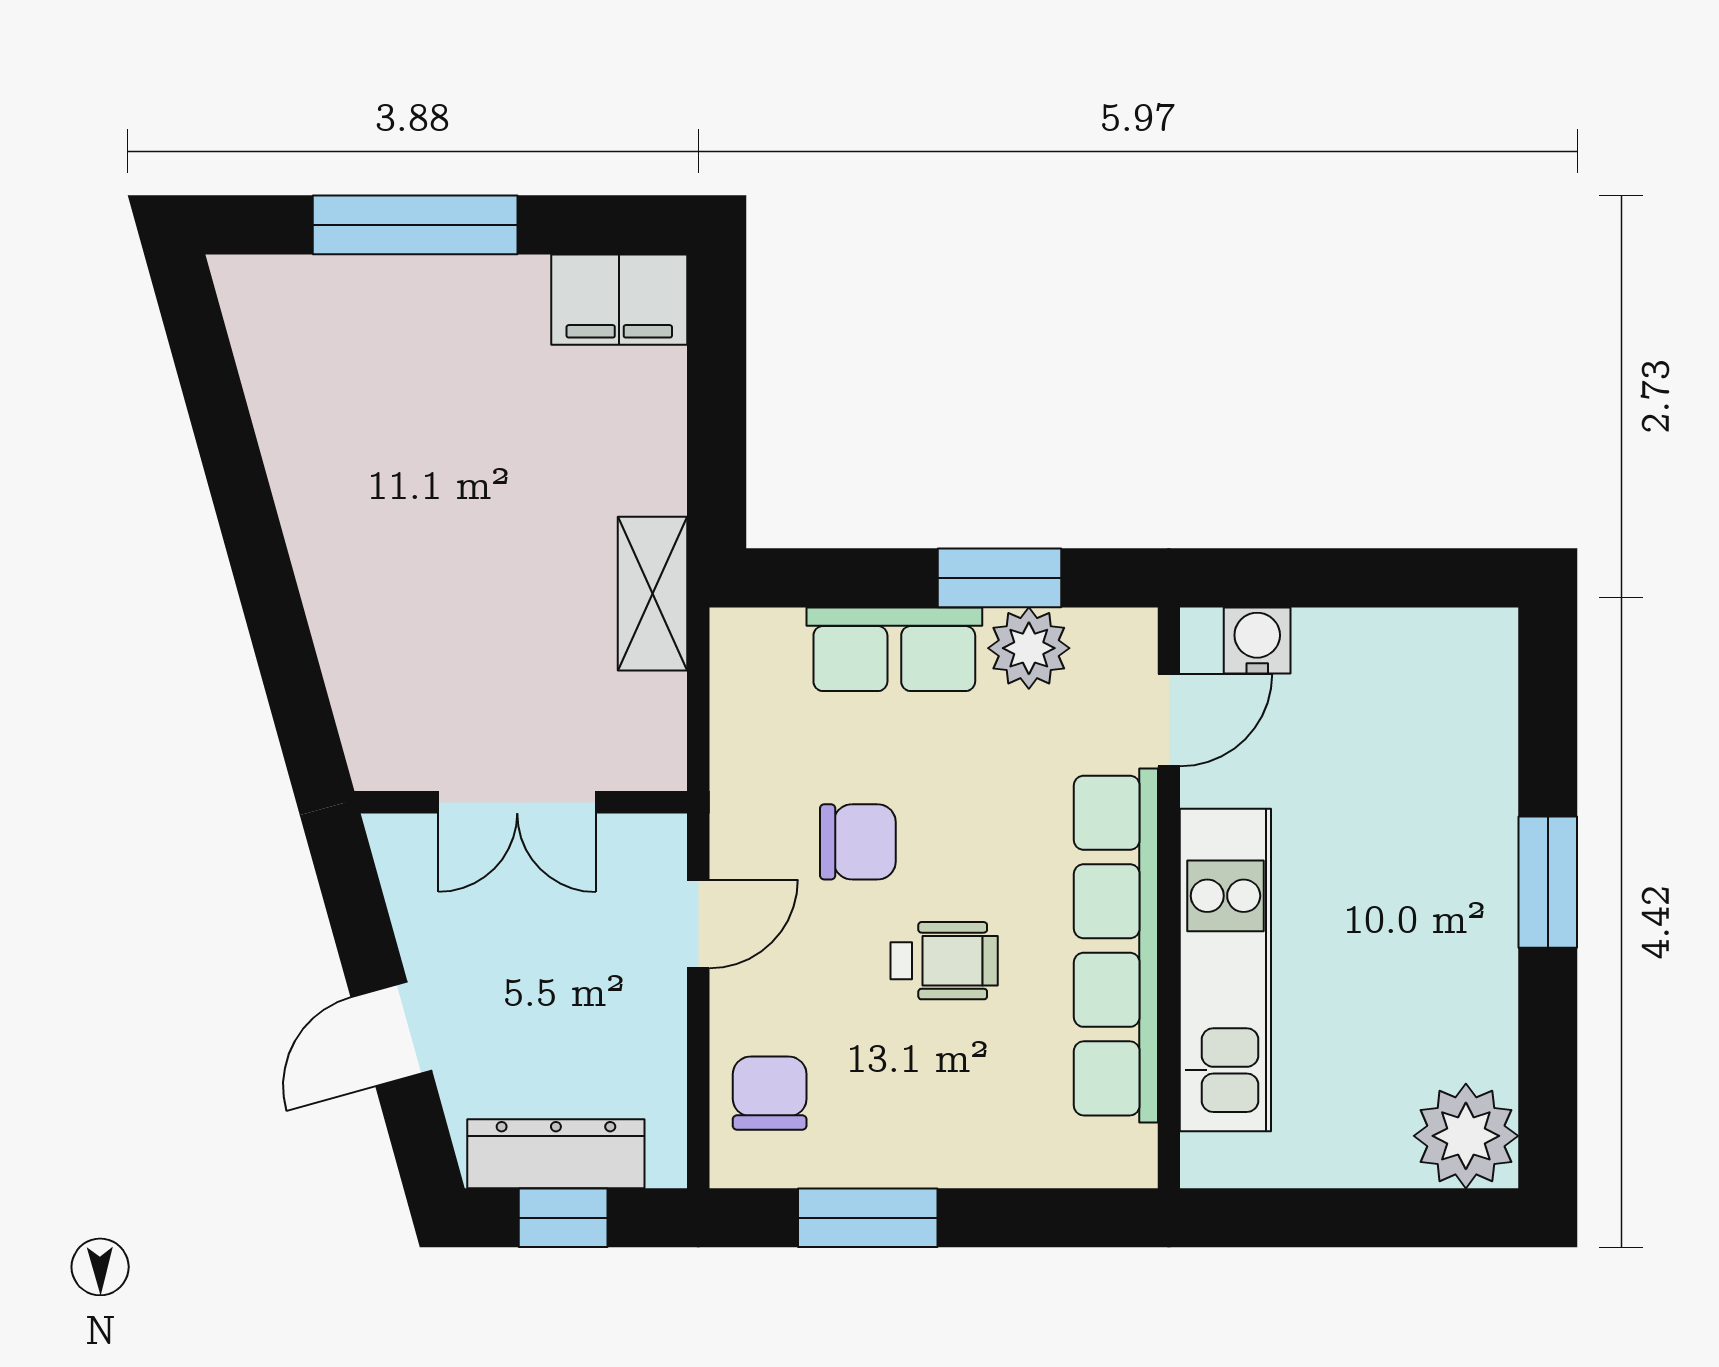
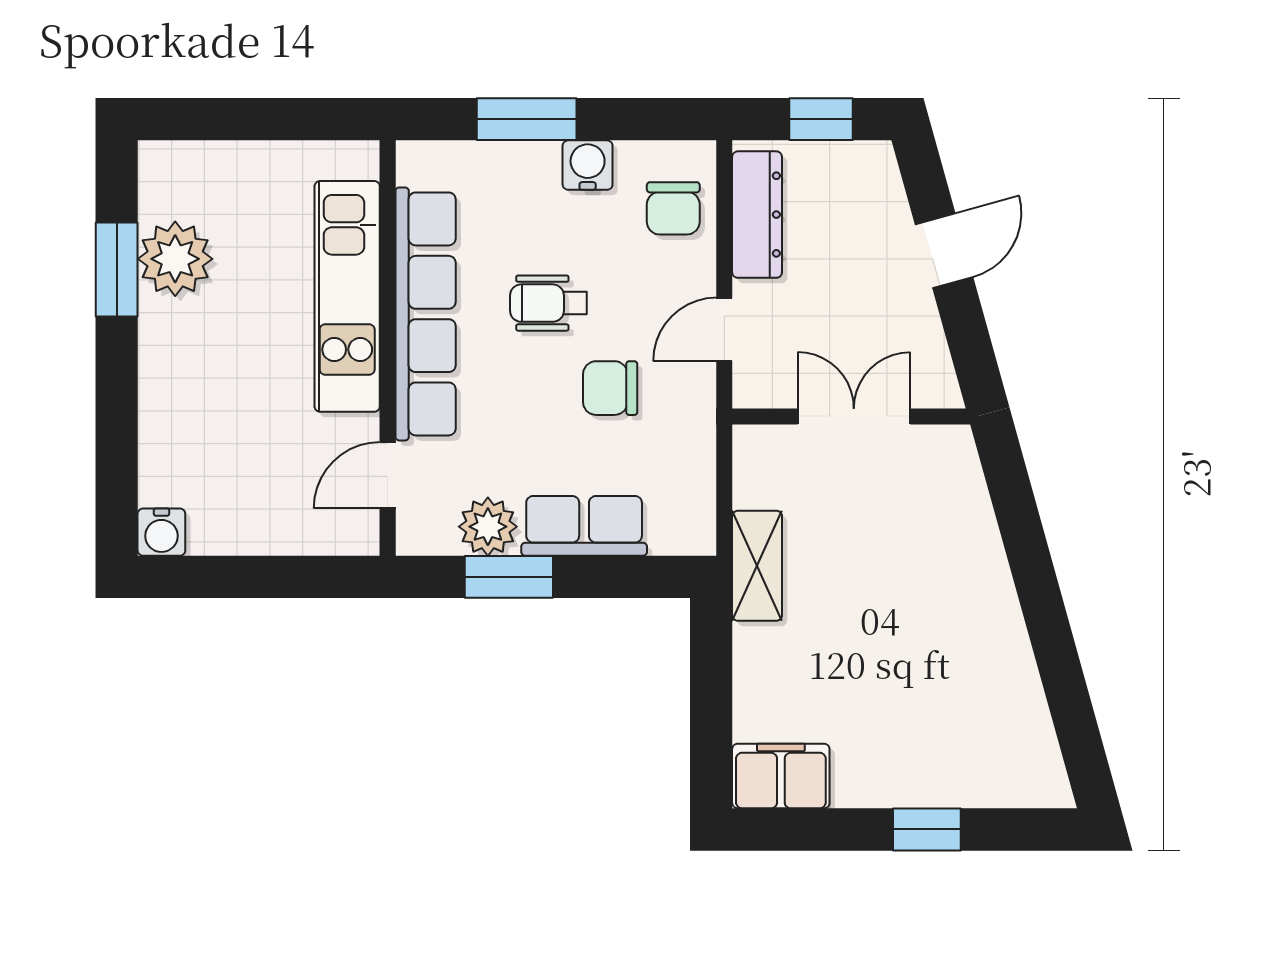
window: (415, 225) -> (927, 829), width x0.46
water cooler: (1257, 641) -> (161, 532), moved
window: (1548, 882) -> (117, 269), moved
plant: (1466, 1136) -> (175, 259), moved
dresser: (556, 1154) -> (757, 215), moved, turned -90
water cooler: (889, 1154) -> (588, 165), added
window: (868, 1218) -> (527, 119), moved

